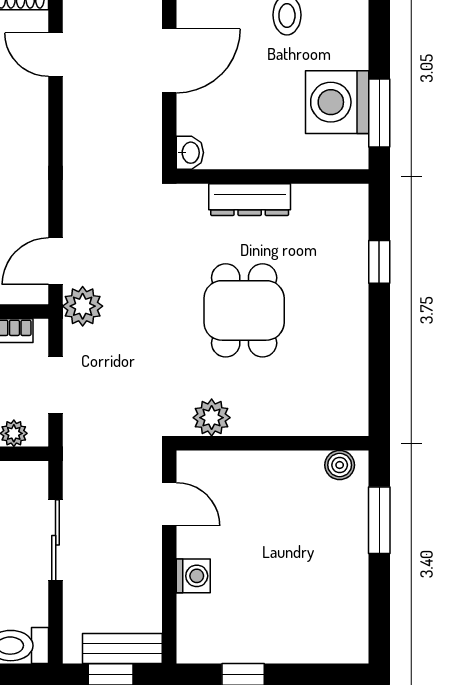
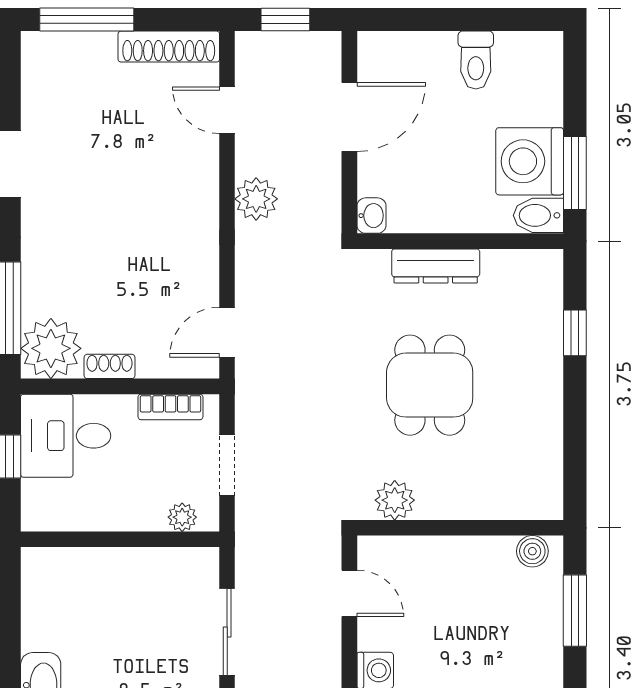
bidet: (345, 152) -> (538, 215), added
plant: (83, 306) -> (256, 199), moved

